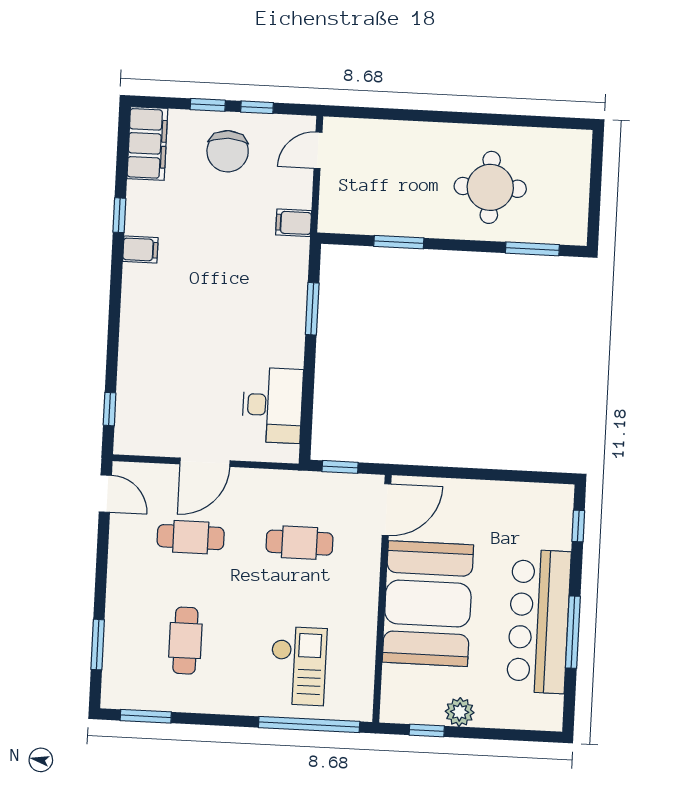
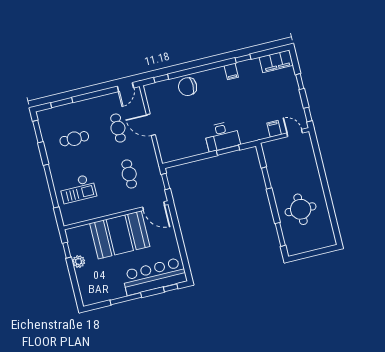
window: (257, 107) -> (308, 114), moved
chair: (228, 151) -> (188, 87), moved
filing cabinet: (294, 223) -> (274, 129), moved
desk: (272, 405) -> (222, 136), moved
bar counter: (539, 621) -> (155, 276), moved
window: (309, 725) -> (51, 186), moved

